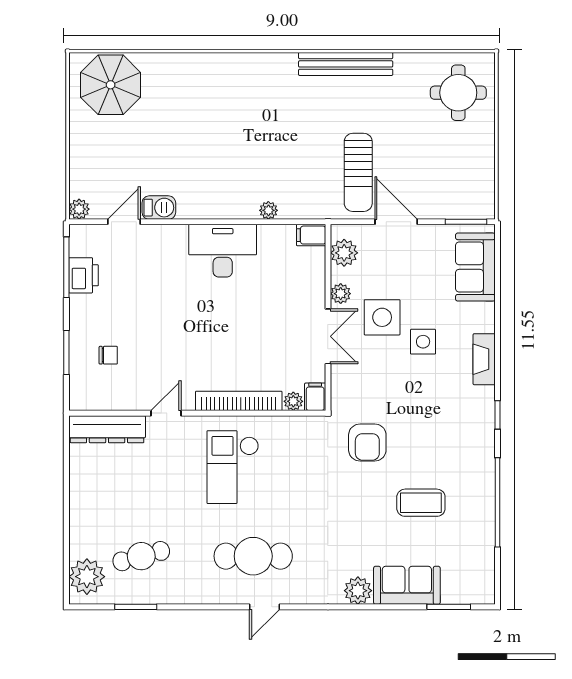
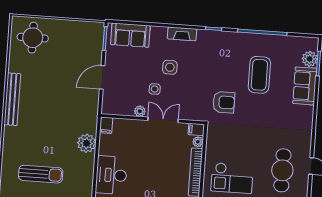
sun lounger: (358, 172) -> (41, 174), moved
plant: (268, 210) -> (87, 143), width x1.87, depth x1.87
plant: (344, 253) -> (117, 108), removed
side table: (382, 317) -> (155, 89), width x0.54, depth x0.54
coffee table: (421, 503) -> (259, 75), width x1.36, depth x1.32
plant: (358, 591) -> (310, 59), moved

